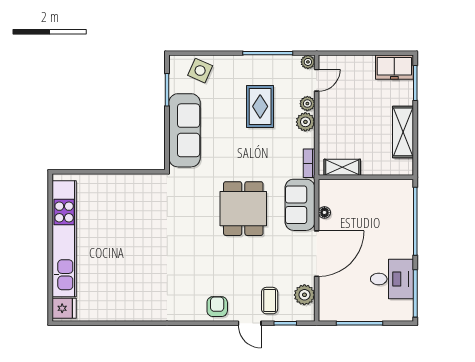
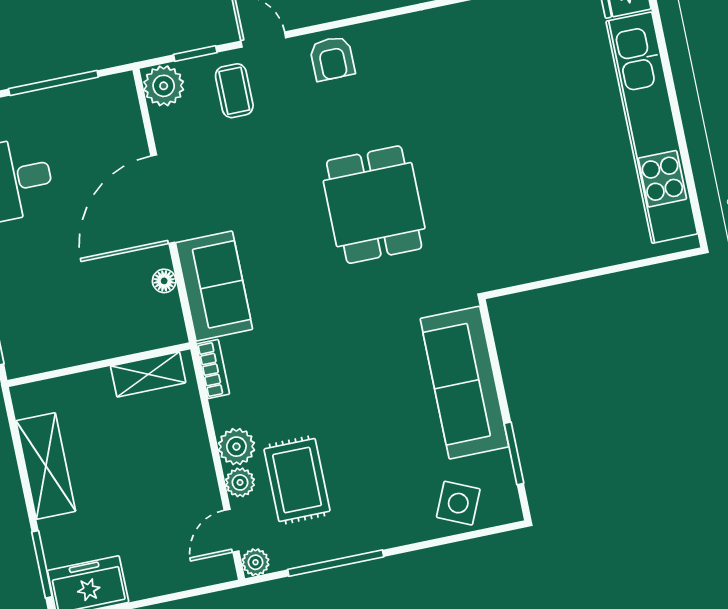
rug: (260, 106) -> (297, 480), moved
dining table: (243, 209) -> (374, 205), moved
plant: (304, 295) -> (164, 86), moved

